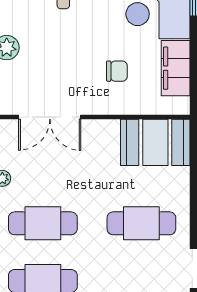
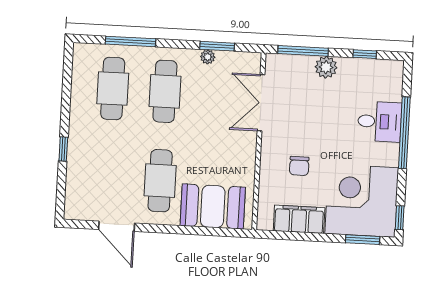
booth: (155, 142) -> (213, 206), moved, turned 90

